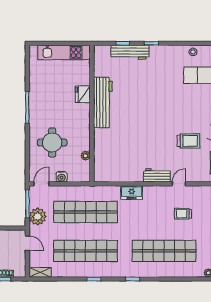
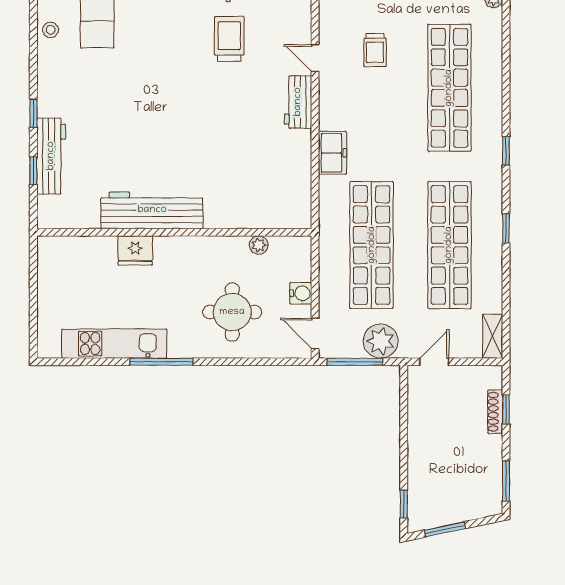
kitchen unit: (64, 52) -> (114, 344), moved, turned -90

